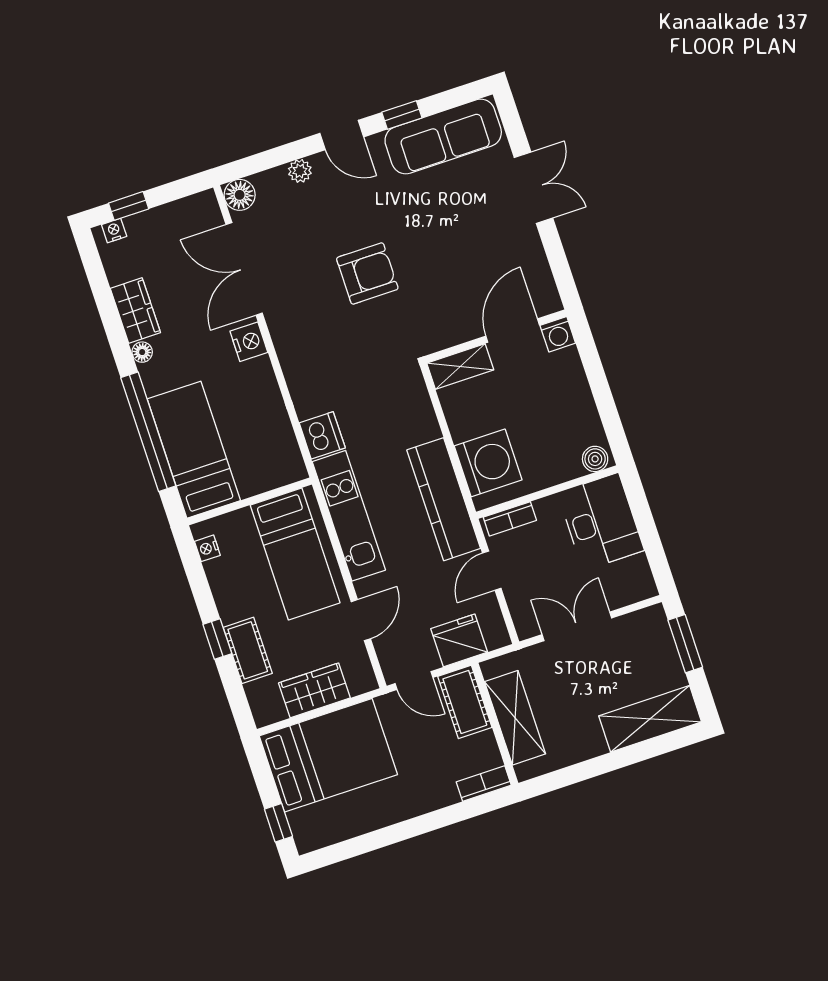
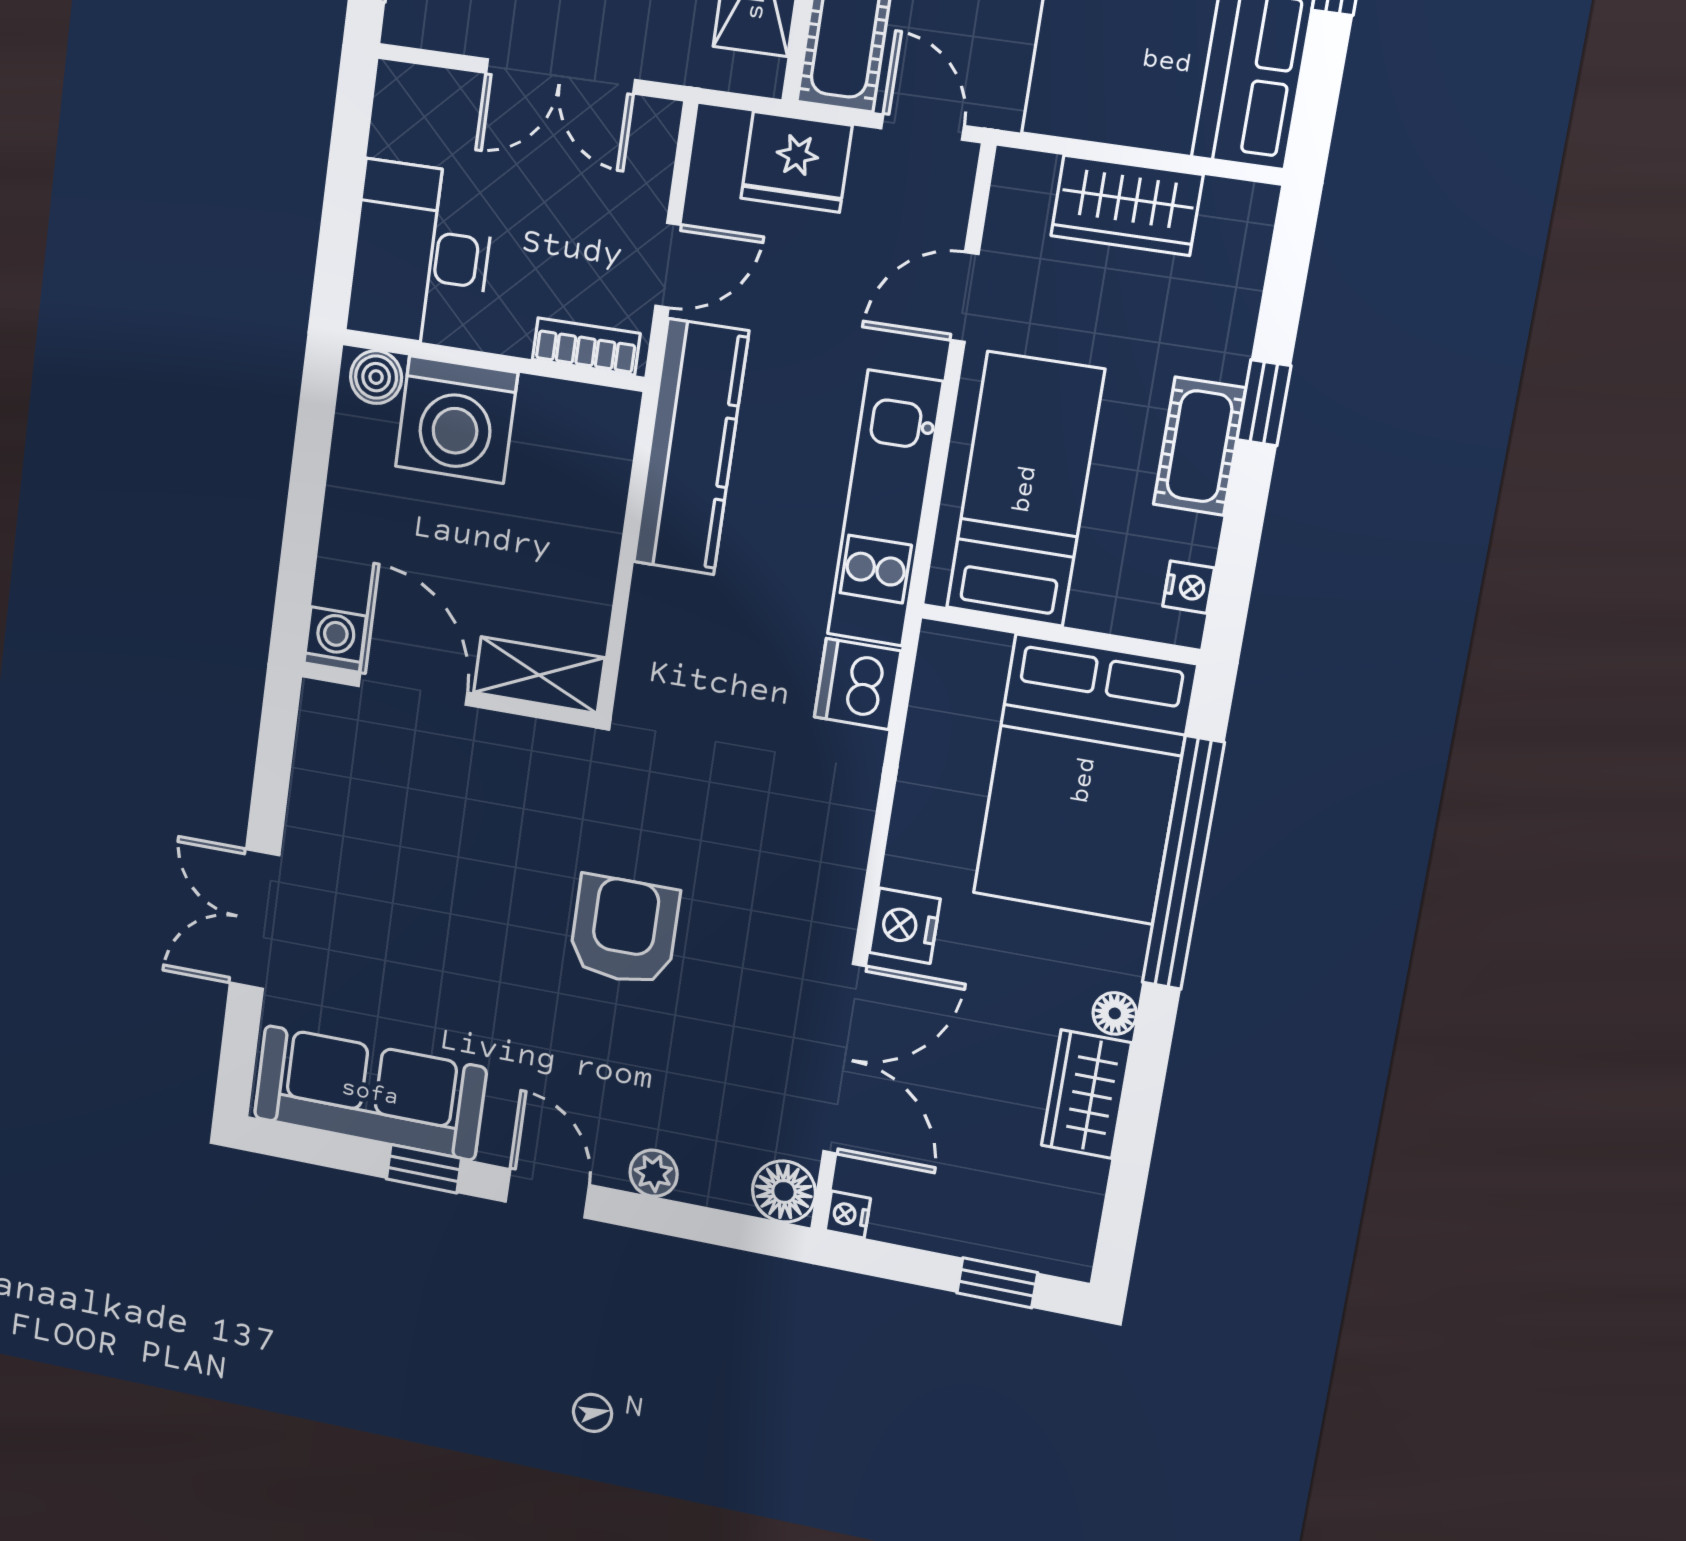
nightstand: (114, 231) -> (848, 1214), moved, turned 90
armchair: (367, 273) -> (624, 930), turned 90
door: (513, 331) -> (413, 689), swing flipped
bed: (194, 450) -> (1084, 780), width x1.50
washing machine: (488, 463) -> (456, 420), moved, turned -90
cot: (248, 650) -> (1199, 446), moved

